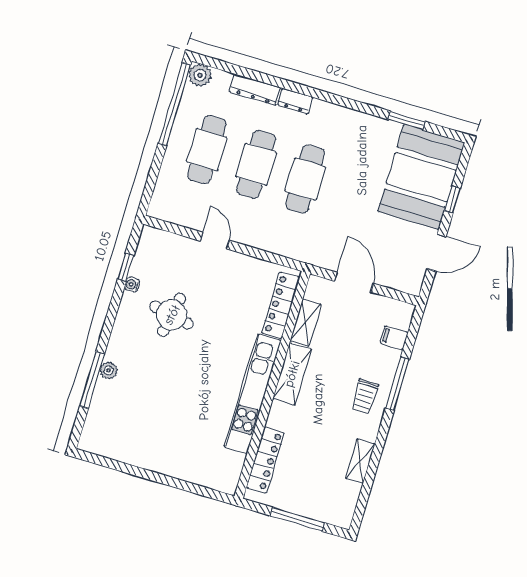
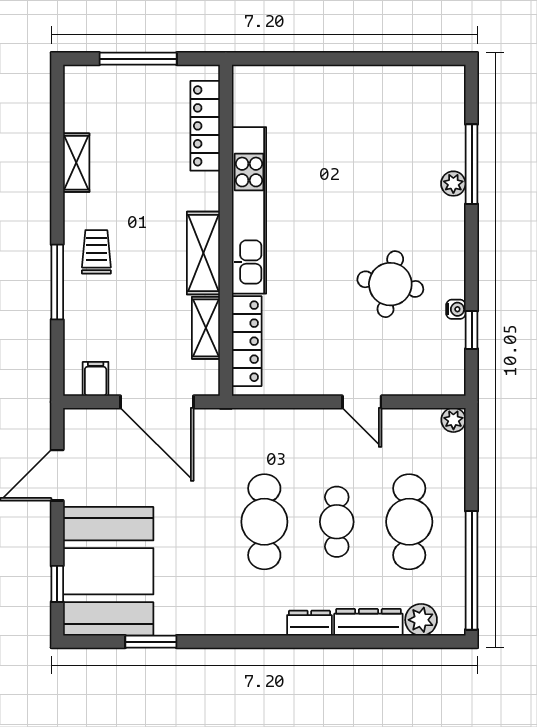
plant: (200, 75) -> (421, 620), moved
cafe table: (256, 164) -> (337, 522), width x0.73, depth x0.74
window: (452, 199) -> (57, 584), moved
plant: (156, 210) -> (453, 420), added
door: (354, 282) -> (157, 402), width x1.36
filing cabinet: (394, 338) -> (96, 379), moved, turned -90

